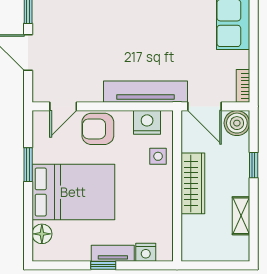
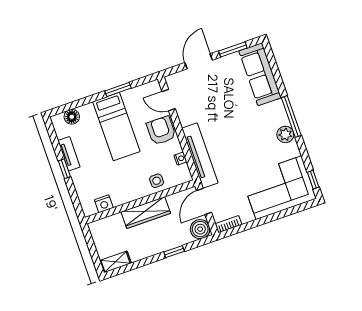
nightstand: (147, 122) -> (180, 159), width x0.53, depth x0.56
bed: (73, 192) -> (116, 127), width x0.67
shelving: (241, 216) -> (115, 262), moved
nightstand: (146, 252) -> (104, 204), moved, turned -90
tv unit: (113, 253) -> (69, 154), moved

